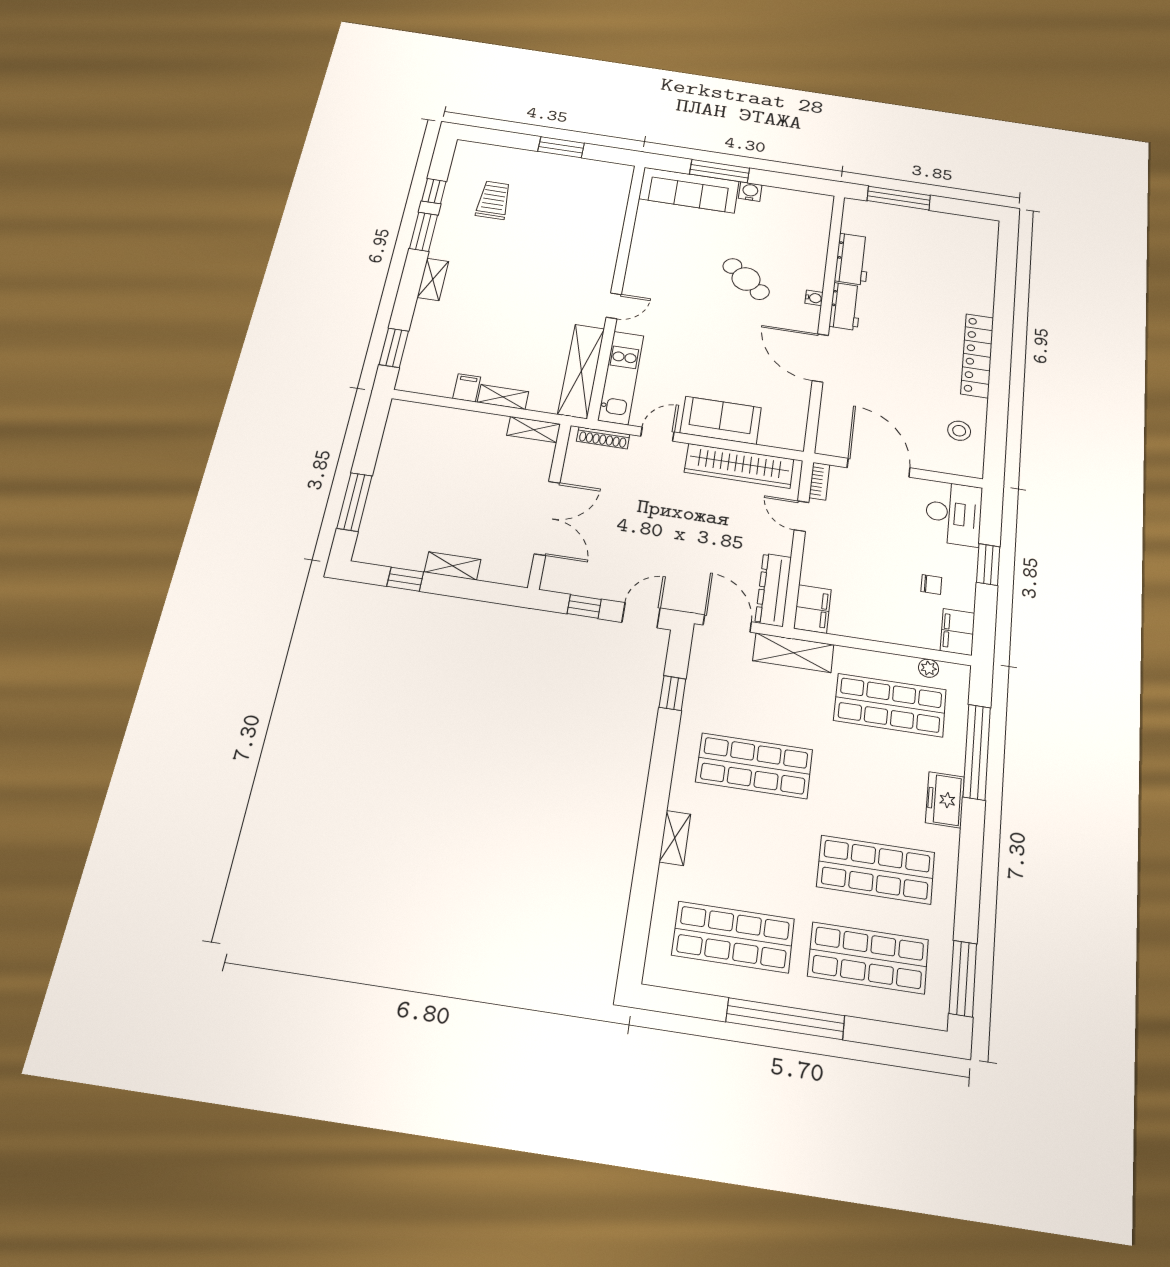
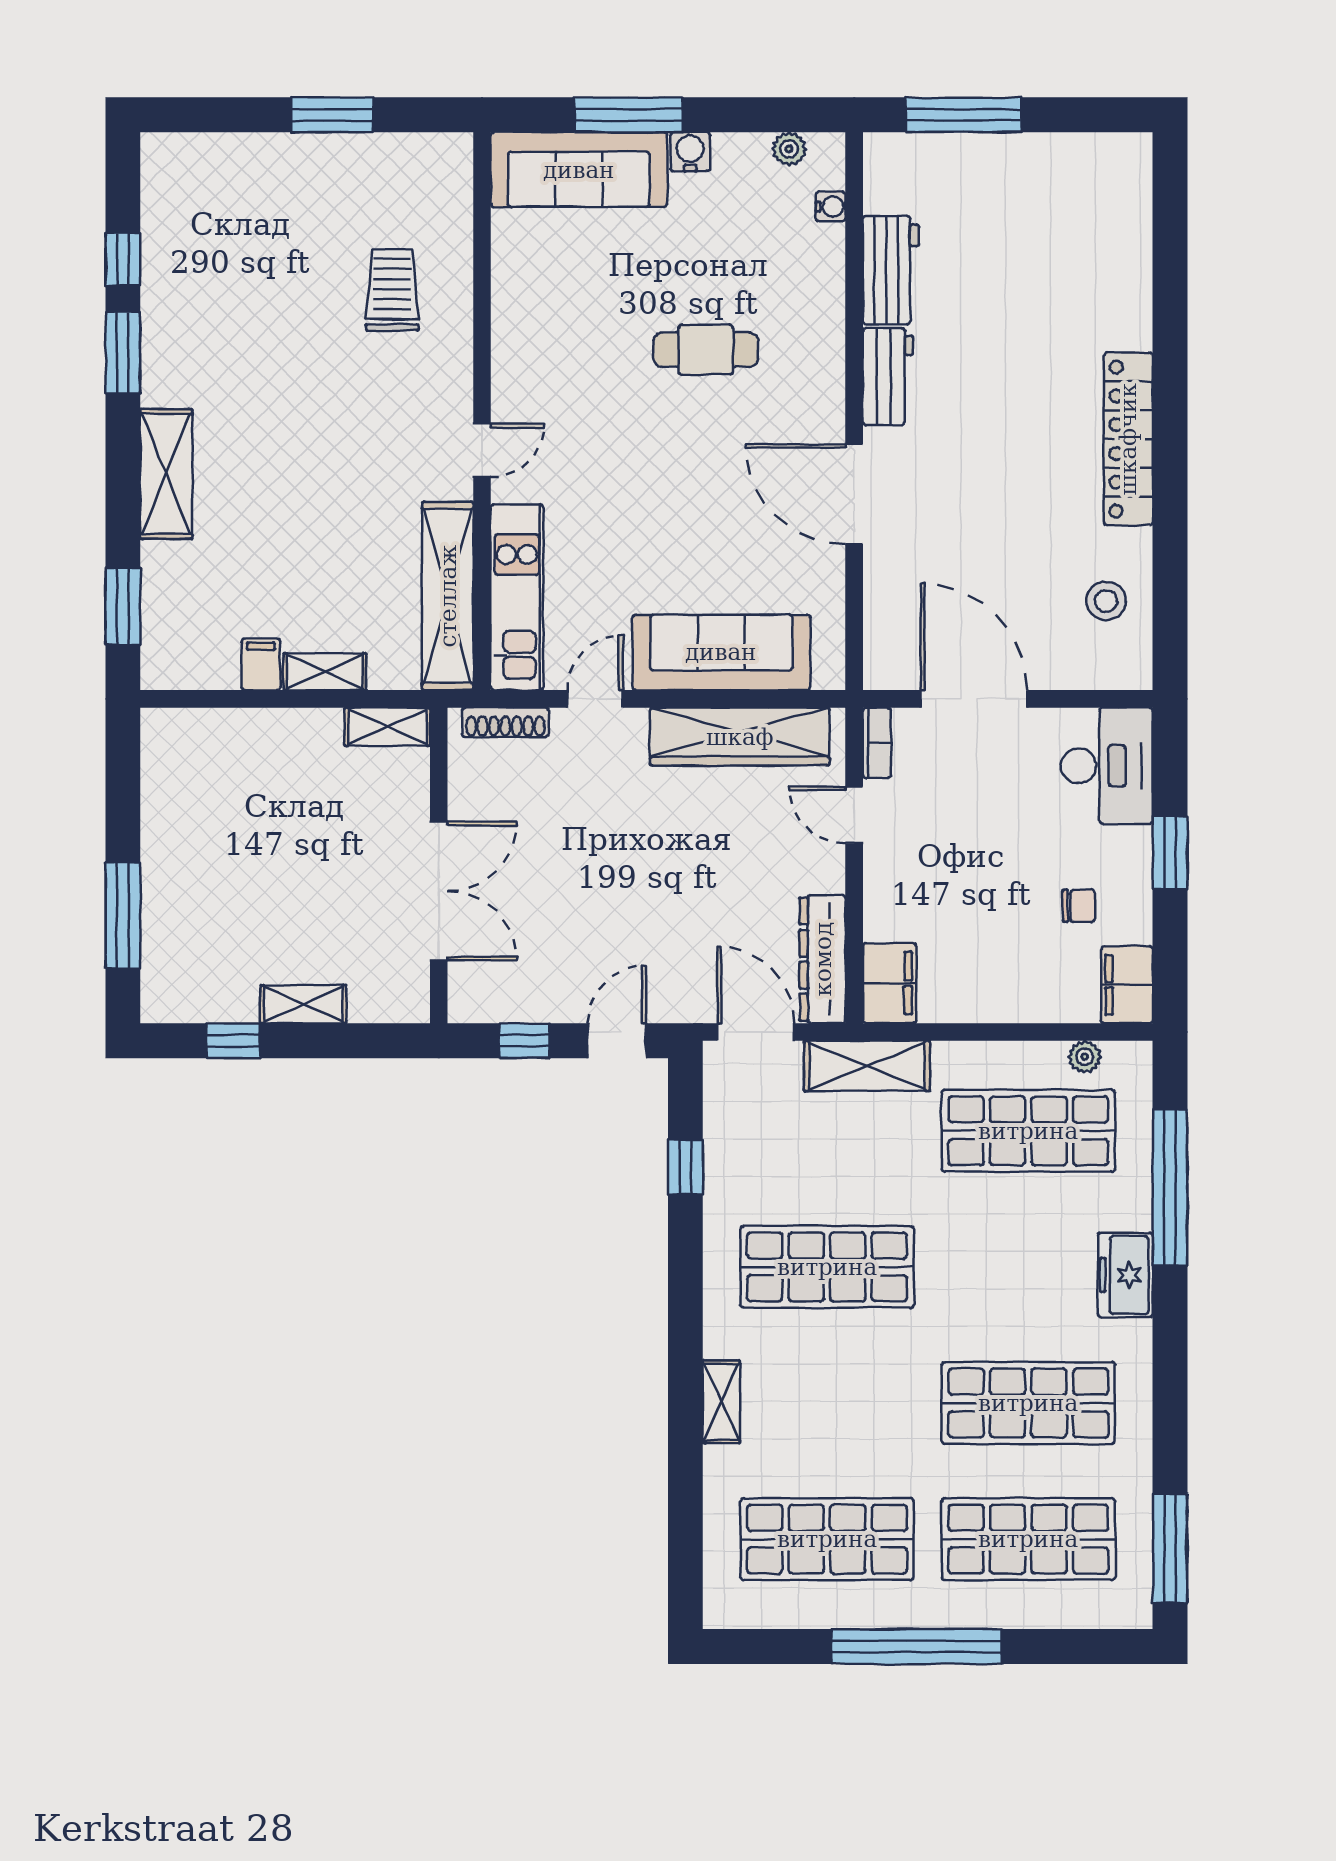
plant: (804, 198) -> (789, 149), added
trolley: (494, 200) -> (392, 290), moved
shelving: (433, 279) -> (166, 474), width x1.50, depth x1.33
cafe table: (746, 279) -> (706, 350), turned -41
water cooler: (814, 298) -> (831, 206), moved
sofa: (721, 420) -> (721, 652), width x1.36

